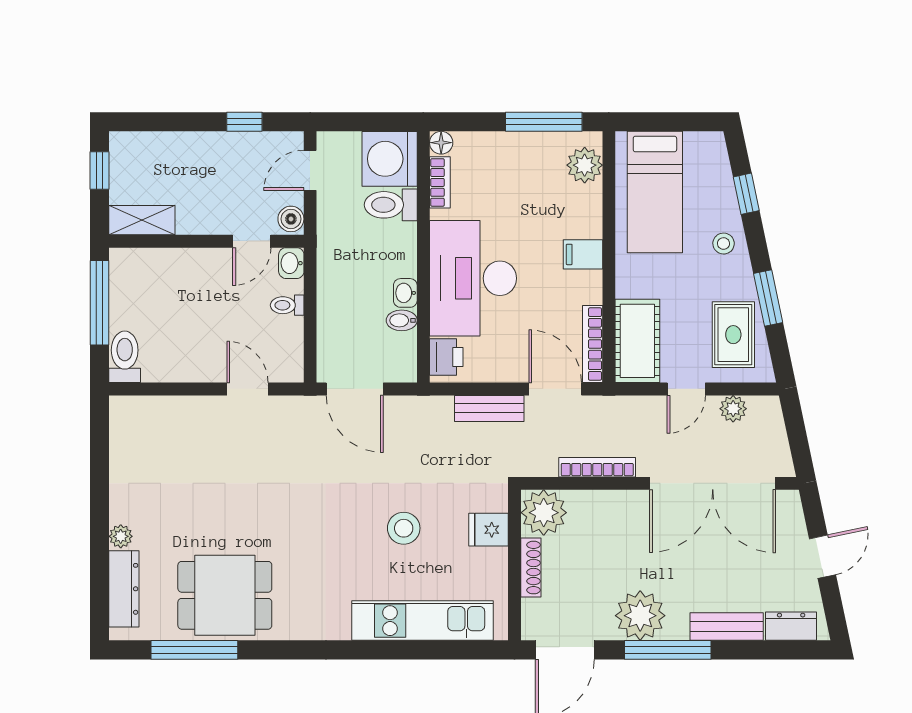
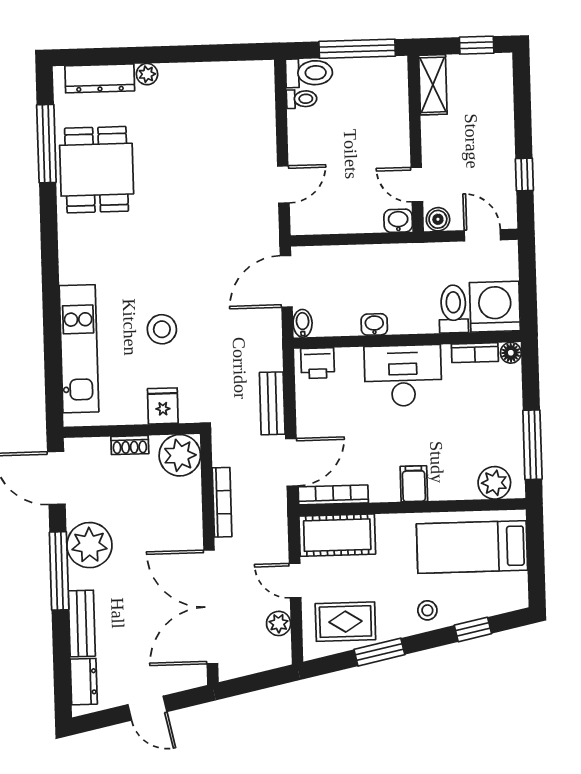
desk: (473, 278) -> (403, 376), width x0.73, depth x0.77
toilet: (287, 305) -> (302, 99), moved, turned 90
bidet: (402, 320) -> (303, 323), moved
shoe rack: (531, 568) -> (130, 445), width x0.70

